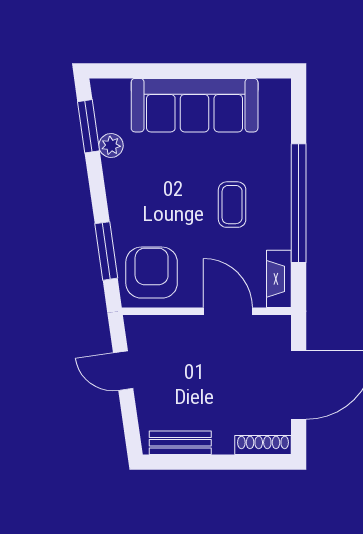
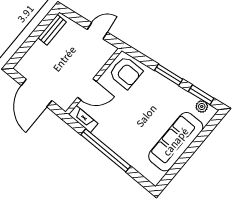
plant: (111, 146) -> (202, 106), moved
coffee table: (232, 205) -> (126, 125), removed
window: (106, 251) -> (169, 75), moved
shoe rack: (263, 445) -> (25, 61), removed

